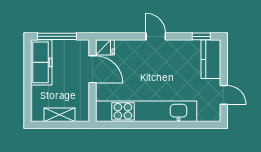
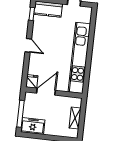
door: (156, 36) -> (28, 45), swing flipped
freezer: (41, 62) -> (33, 126), width x0.71

